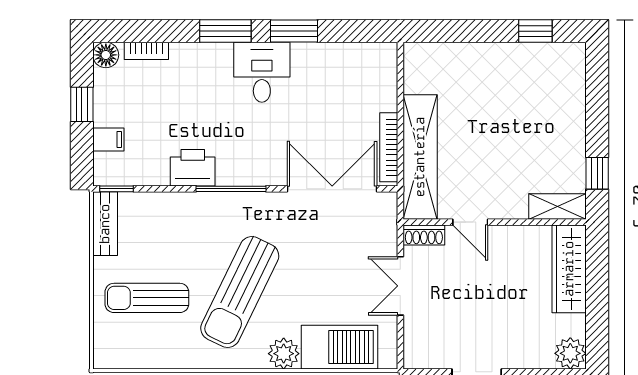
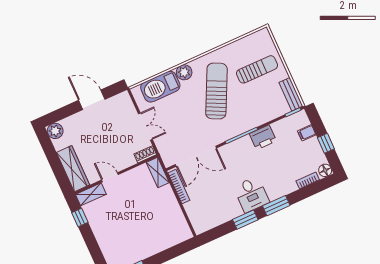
shelving: (420, 157) -> (158, 172), width x0.45, depth x0.75
door: (470, 222) -> (110, 177), moved

